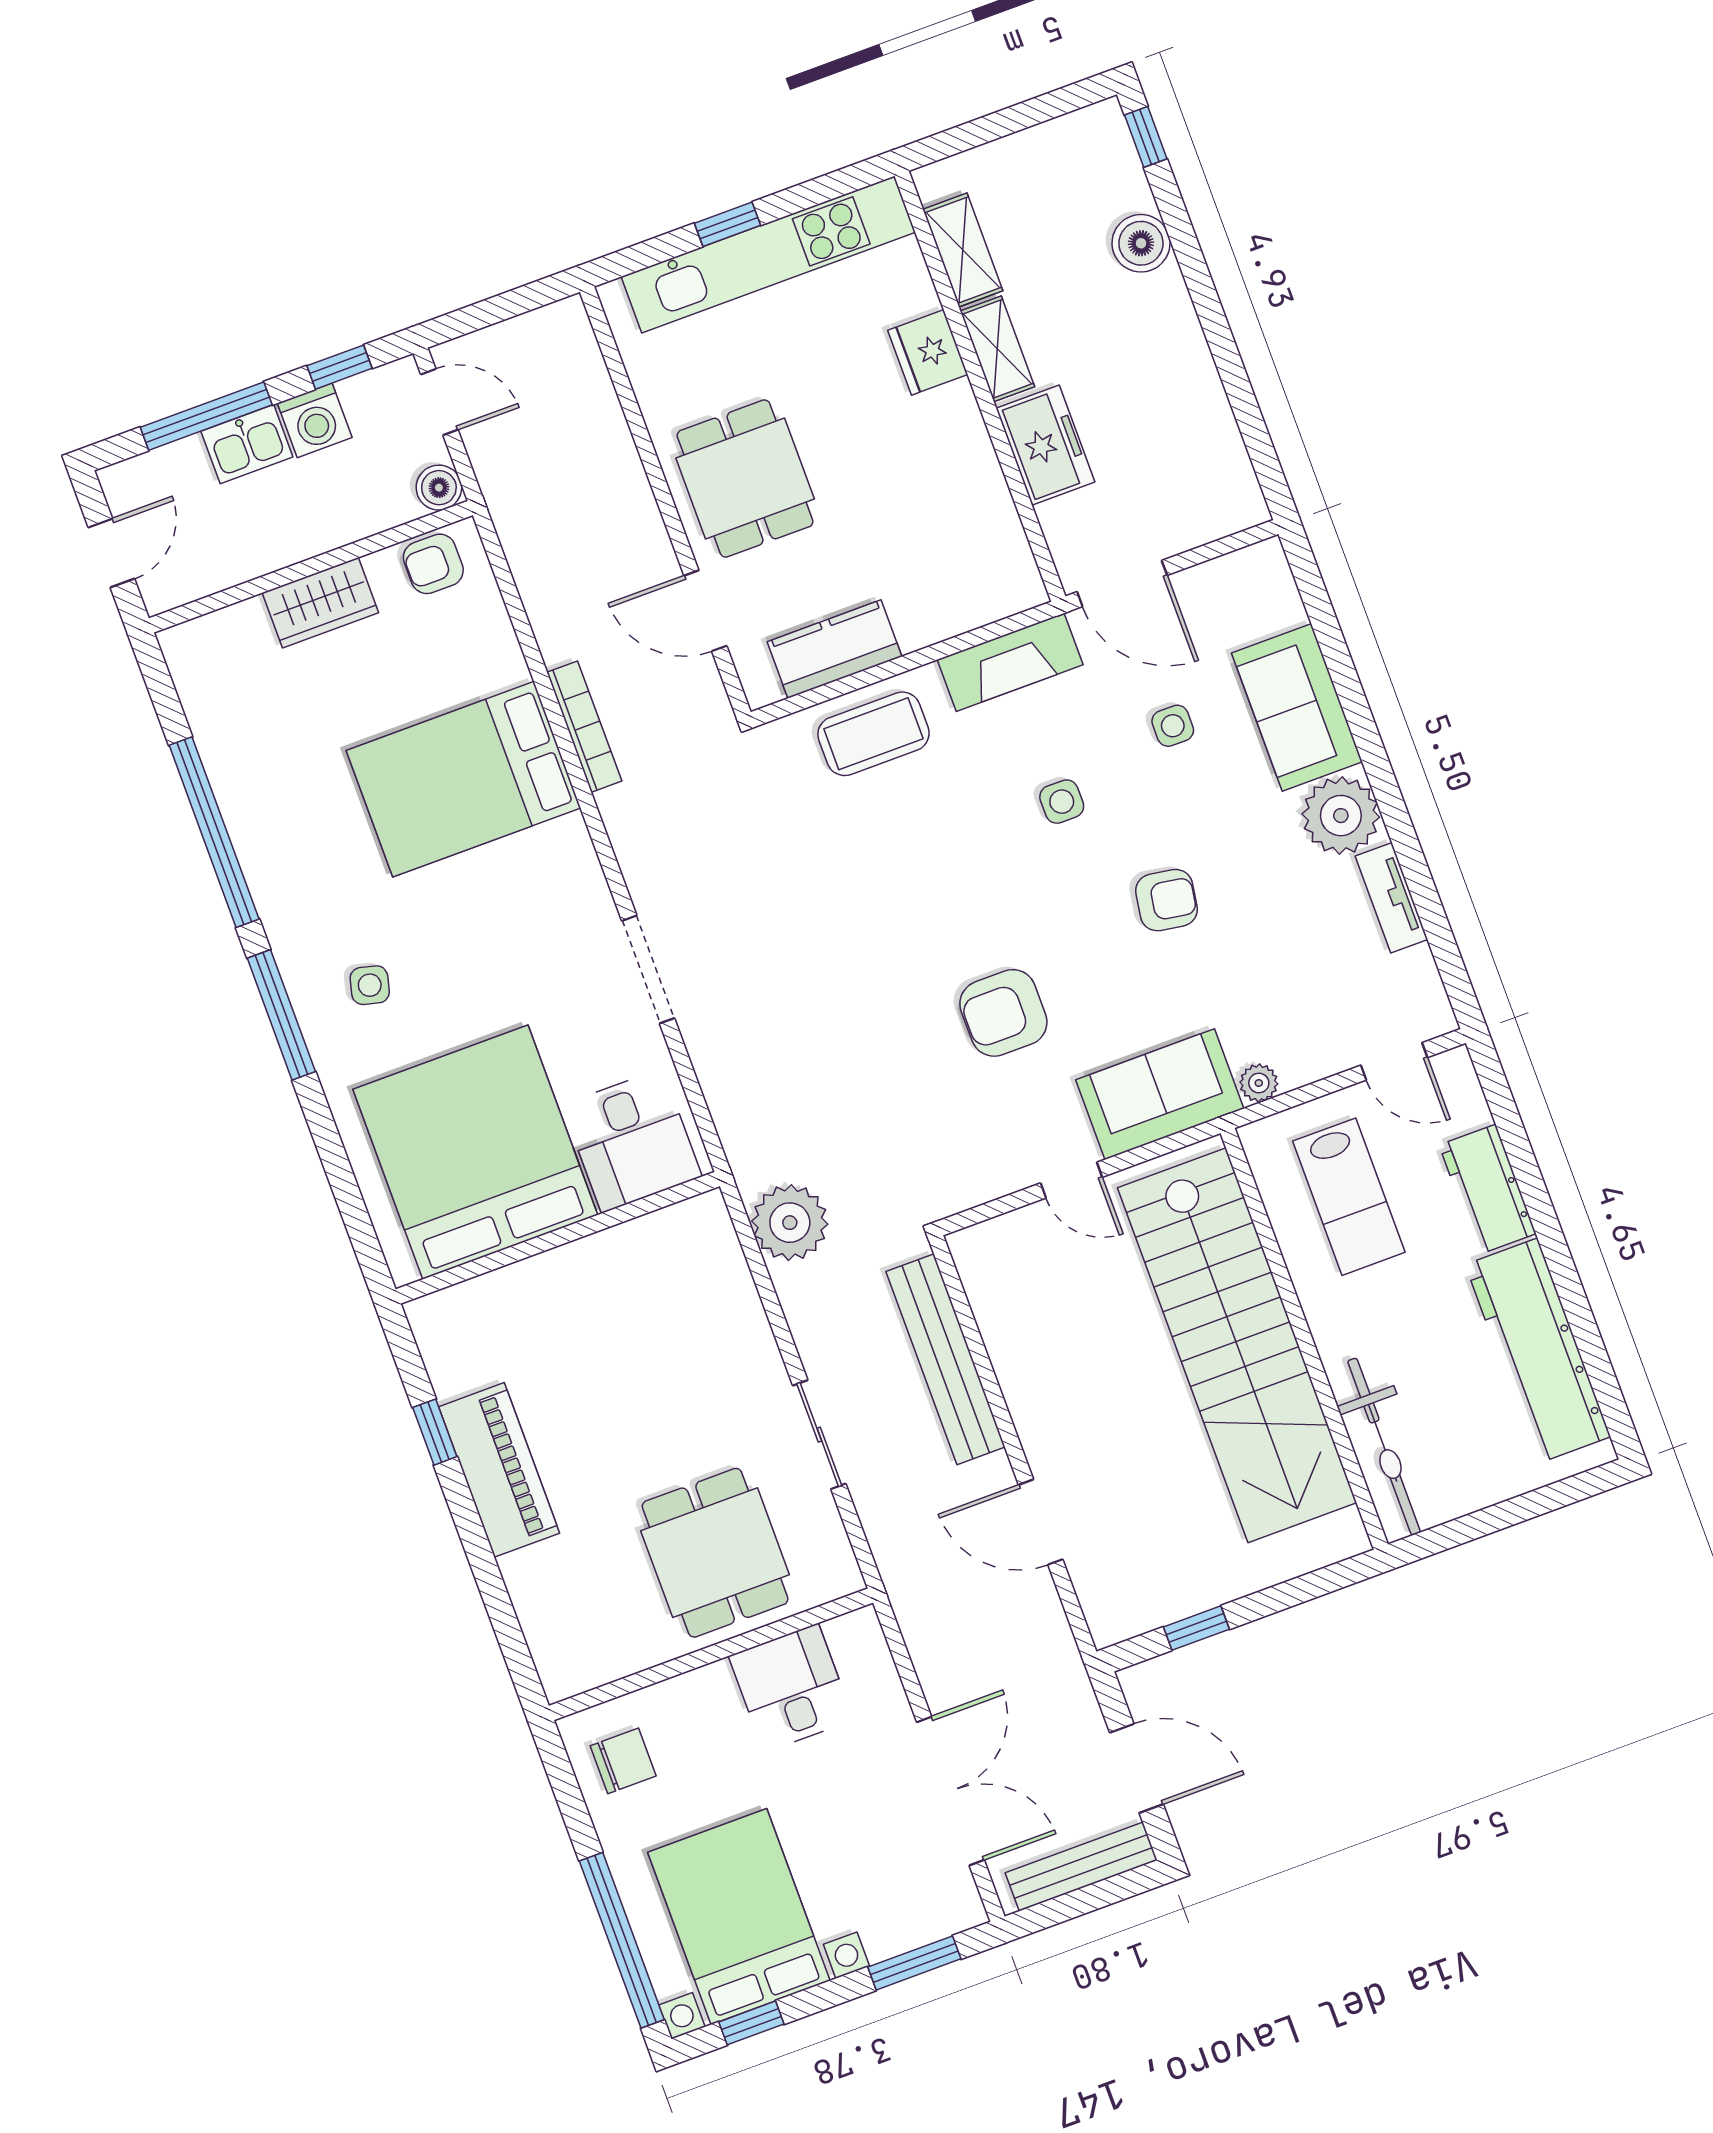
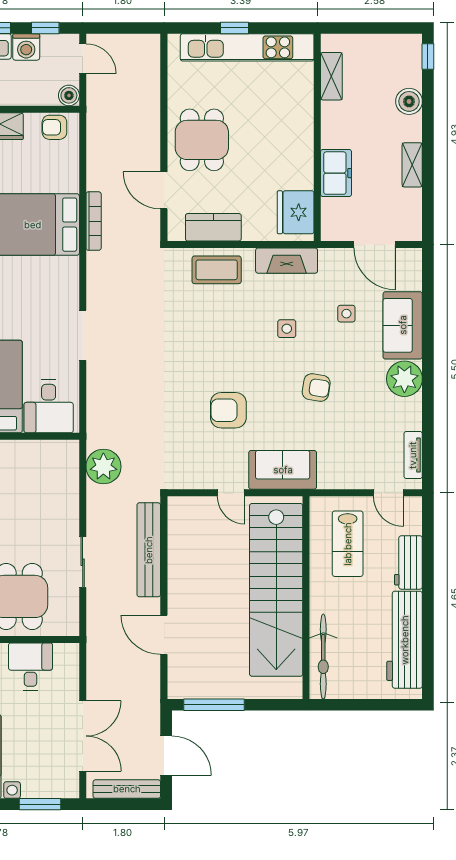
shelving: (997, 349) -> (412, 165), moved
fridge: (928, 352) -> (296, 212), moved, width x1.36, depth x1.34
door: (1122, 584) -> (375, 245), moved
tv unit: (1391, 898) -> (413, 455), moved
plant: (1259, 1083) -> (327, 481), removed
window: (1196, 1628) -> (214, 705), width x2.17

